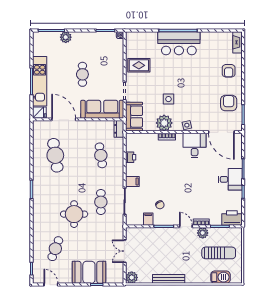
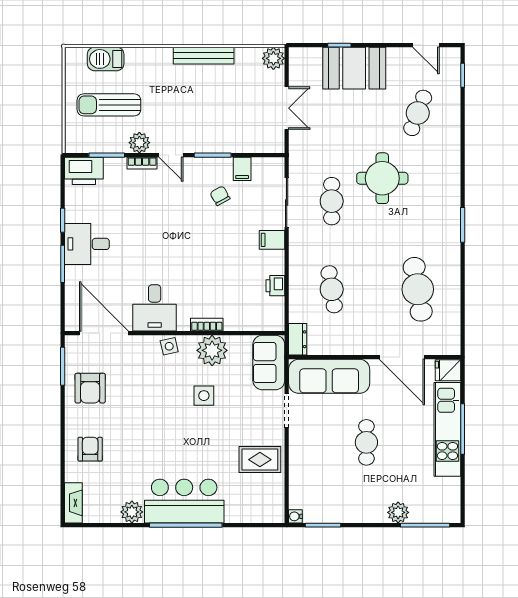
plant: (207, 37) -> (132, 512), added

